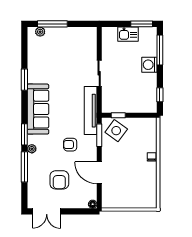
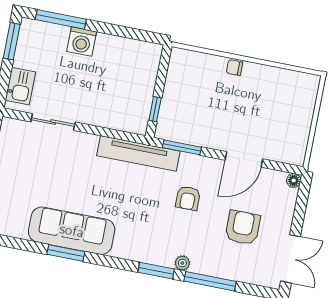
kitchen sink: (128, 34) -> (20, 86), moved
sliding door: (99, 73) -> (53, 122), moved
window: (160, 95) -> (134, 34), removed
sofa: (38, 109) -> (72, 231), moved
side table: (116, 131) -> (180, 118), removed
armchair: (59, 180) -> (243, 228), turned -90

